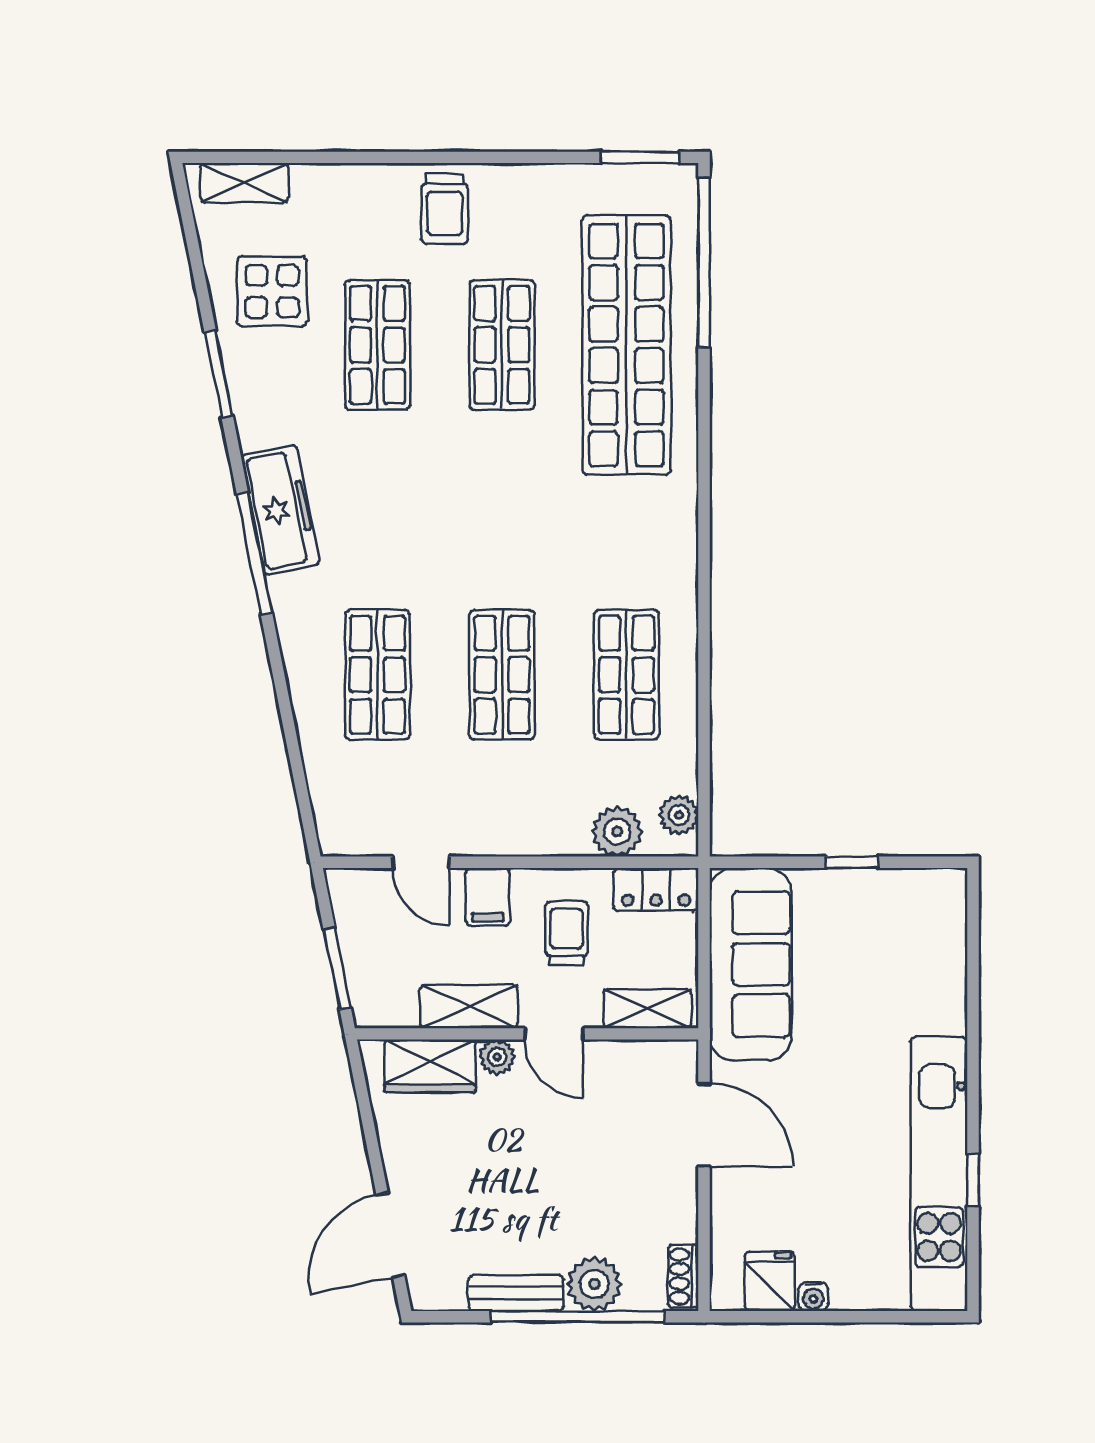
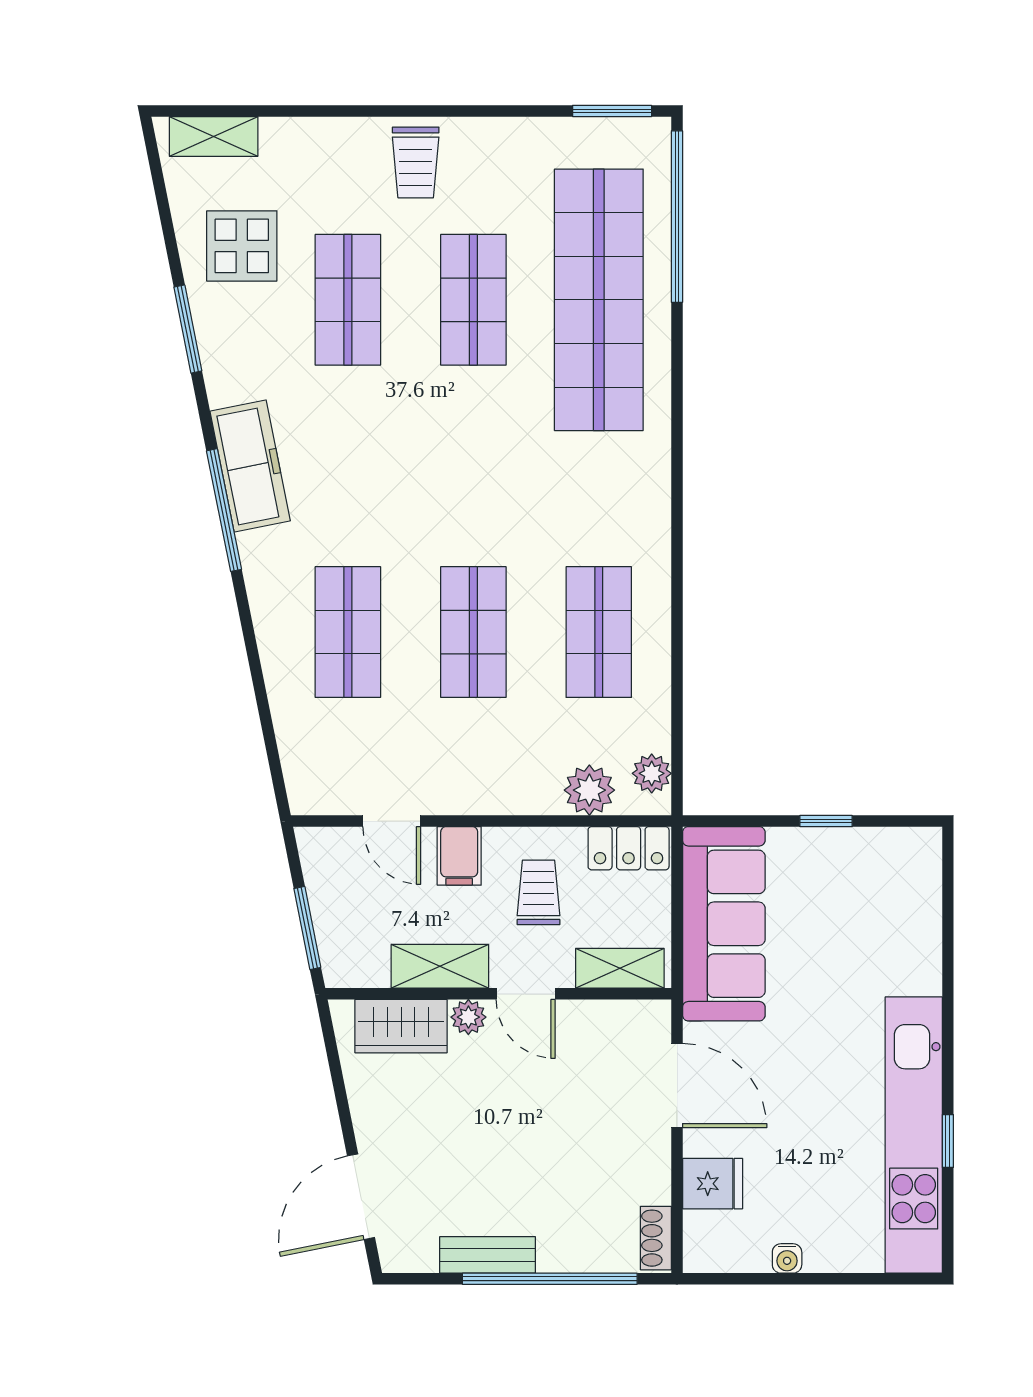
fridge: (770, 1281) -> (713, 1184), moved, turned 90
plant: (594, 1284) -> (566, 1246), removed

